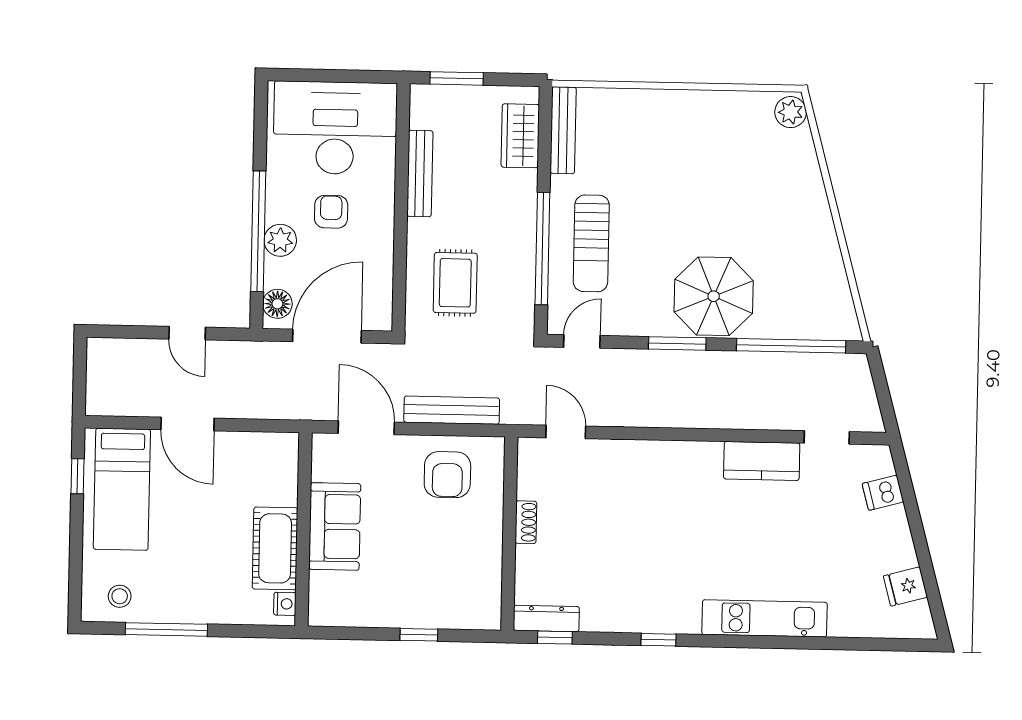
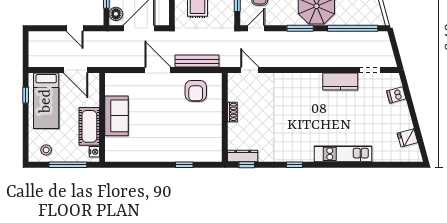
sofa: (335, 526) -> (117, 116), moved
wall: (303, 529) -> (102, 117), moved
cot: (275, 548) -> (89, 126), moved
nightstand: (285, 604) -> (94, 152), moved

